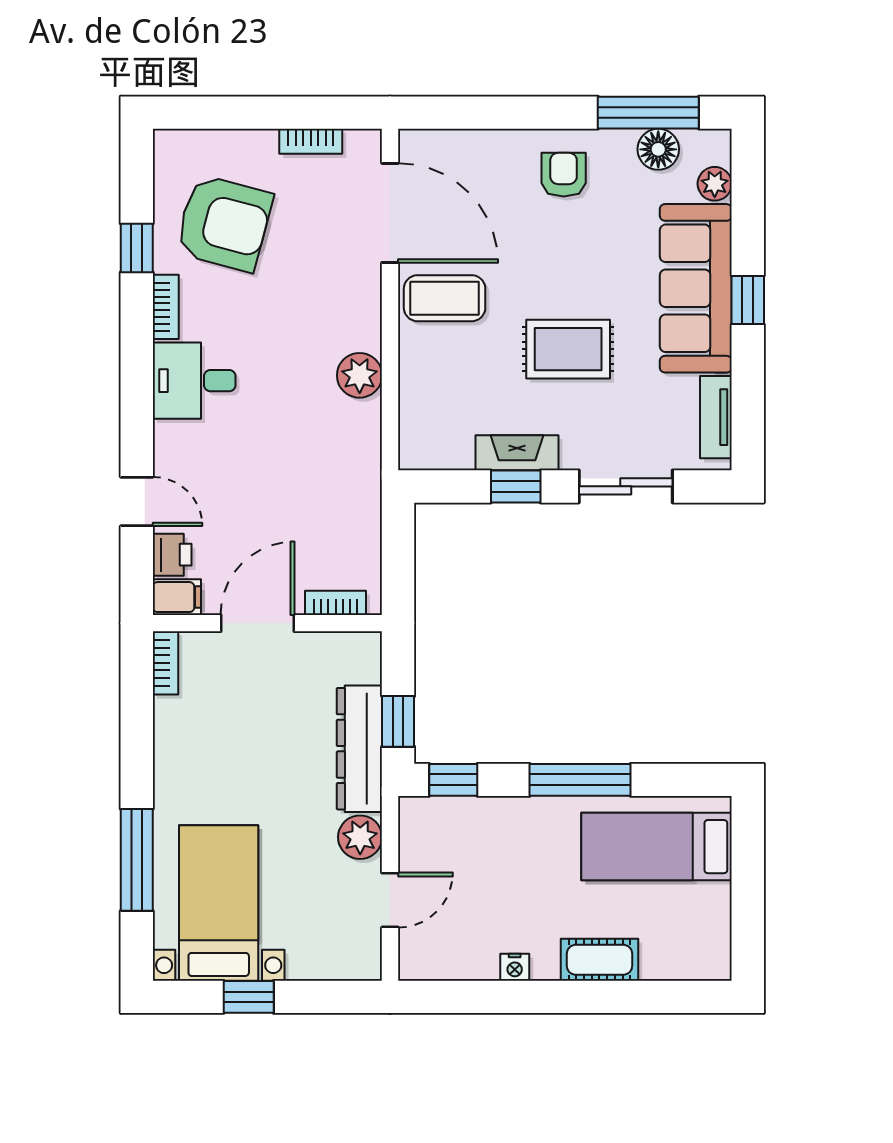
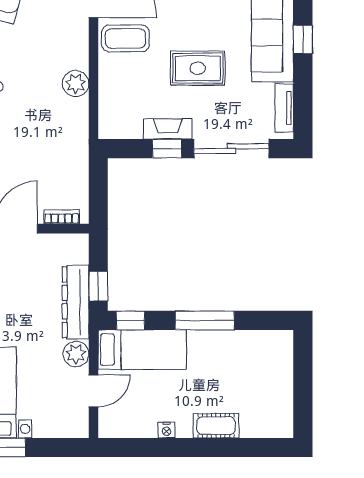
sliding door: (626, 486) -> (231, 149), width x1.37
bed: (657, 847) -> (142, 350), moved, turned 180

